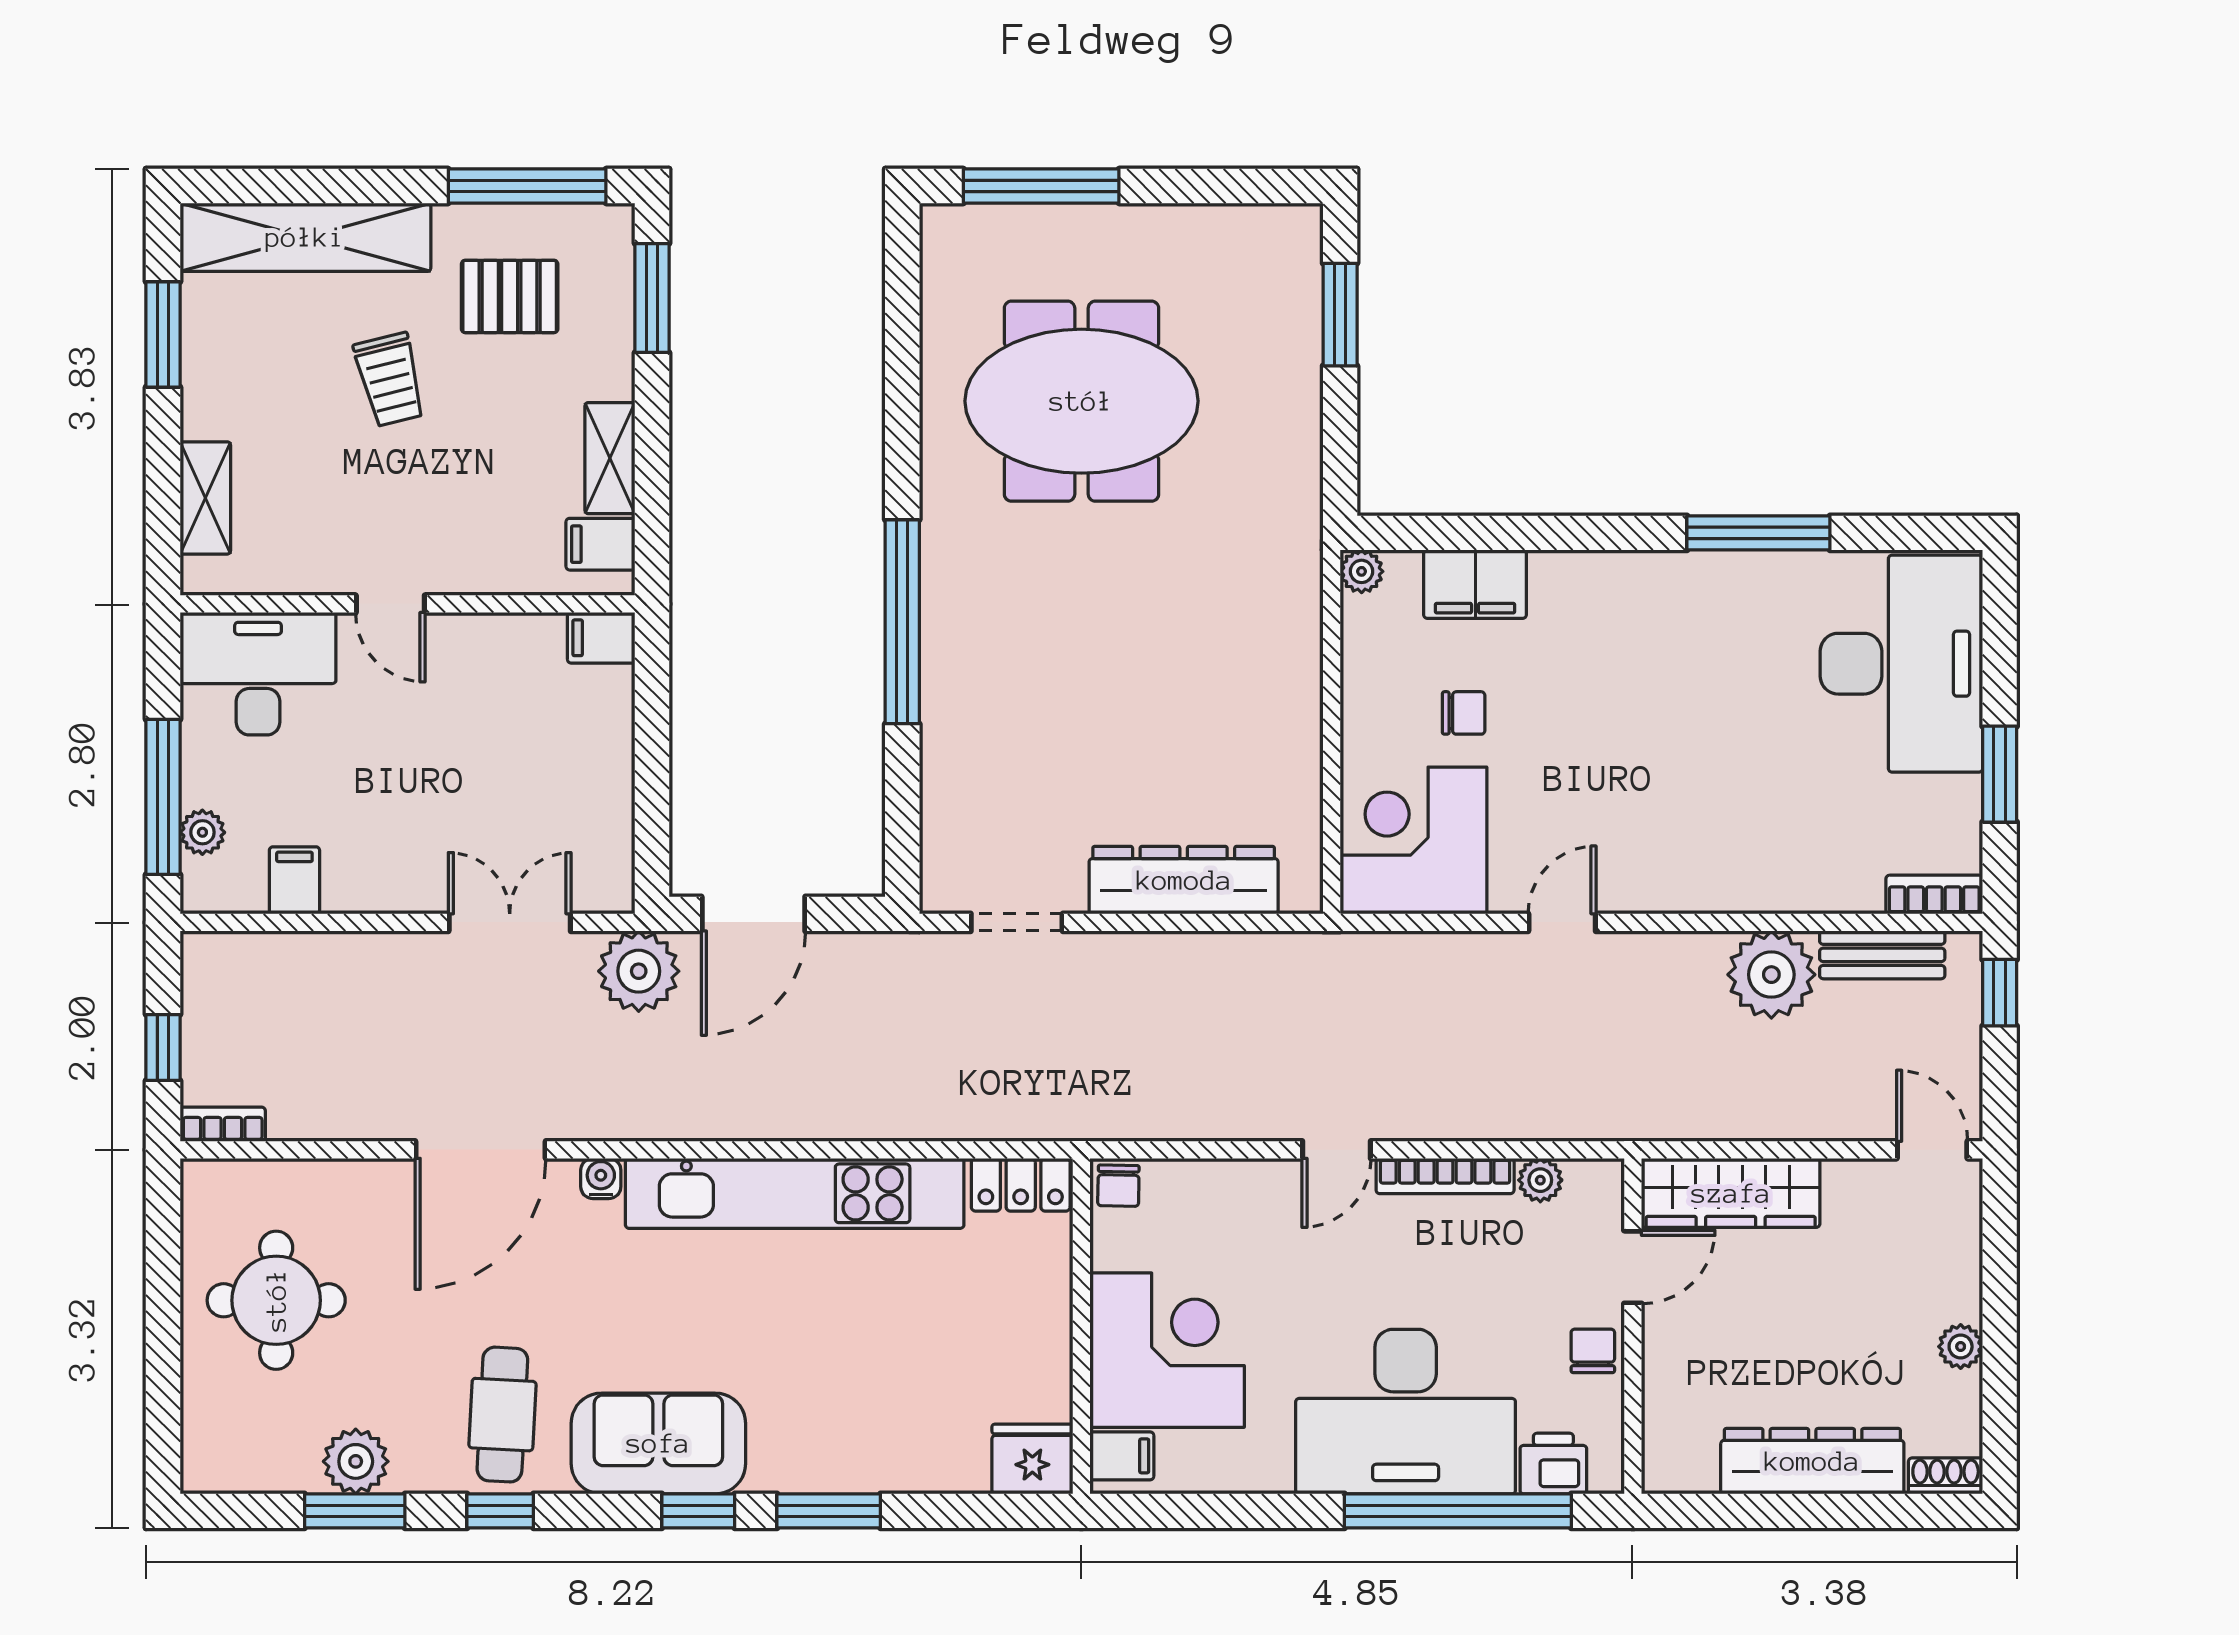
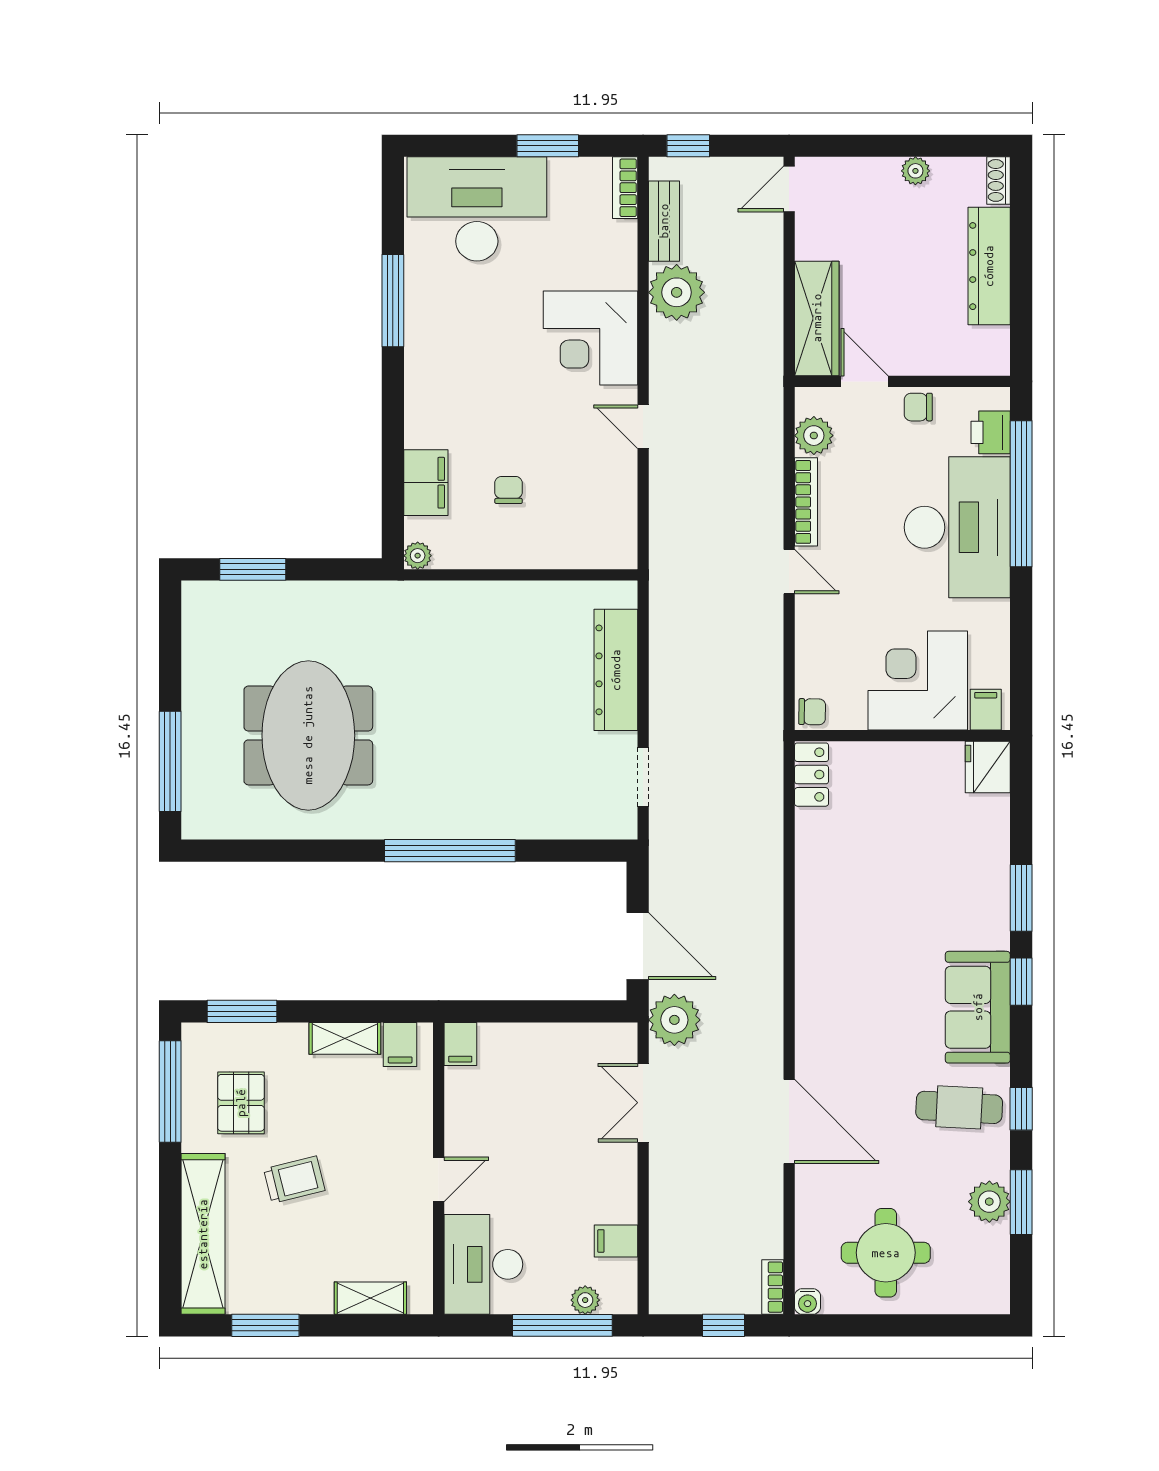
corner desk: (1413, 840) -> (590, 338), moved
water cooler: (601, 1178) -> (808, 1302), moved, turned -90
plant: (1540, 1180) -> (814, 436), width x1.38, depth x1.38
kitchen unit: (795, 1193) -> (817, 920), removed

